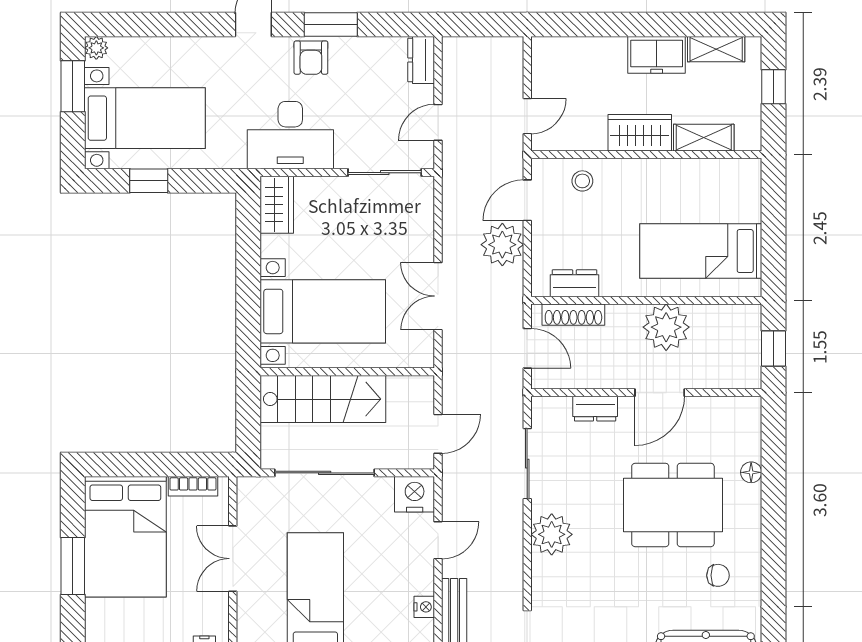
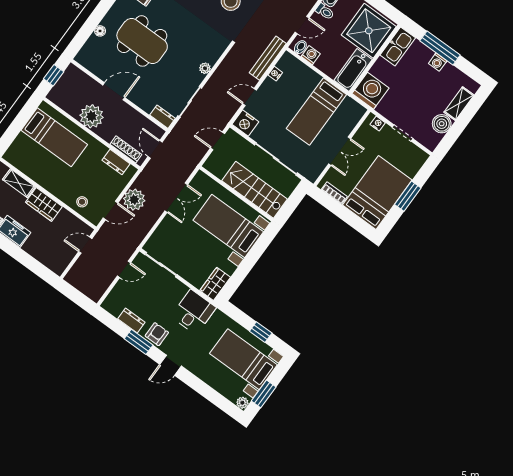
dresser: (421, 60) -> (131, 321), moved, turned -90
desk: (290, 135) -> (193, 312), width x0.73
dresser: (595, 409) -> (163, 117), moved
plant: (552, 534) -> (205, 68), width x0.53, depth x0.53

